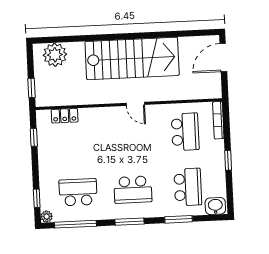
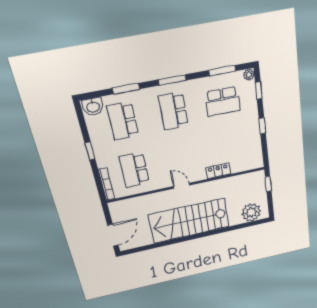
locker: (65, 116) -> (218, 171), moved
window: (34, 137) -> (262, 126), moved
school desk: (133, 190) -> (173, 111), turned -90
window: (75, 224) -> (222, 71), width x0.69

